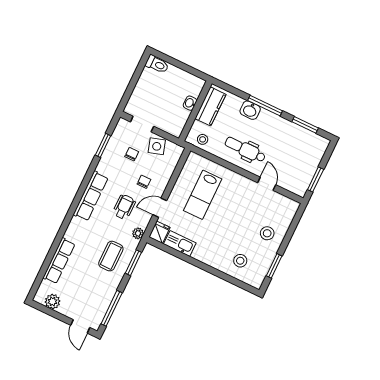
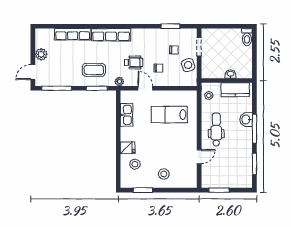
row of seats: (91, 196) -> (111, 35), moved
fridge: (159, 232) -> (128, 148), moved
plant: (52, 302) -> (41, 54), moved

